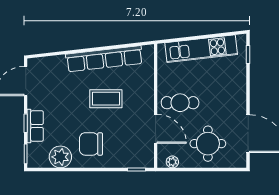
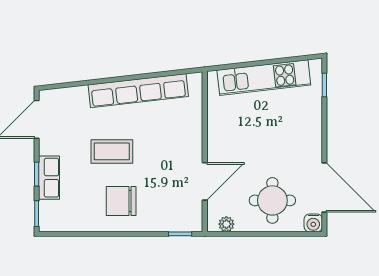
coffee table: (106, 99) -> (112, 151), moved
cafe table: (180, 103) -> (236, 148), removed
door: (156, 129) -> (205, 181), hinge flipped
plant: (60, 157) -> (82, 218), removed
water cooler: (239, 161) -> (313, 223), added

